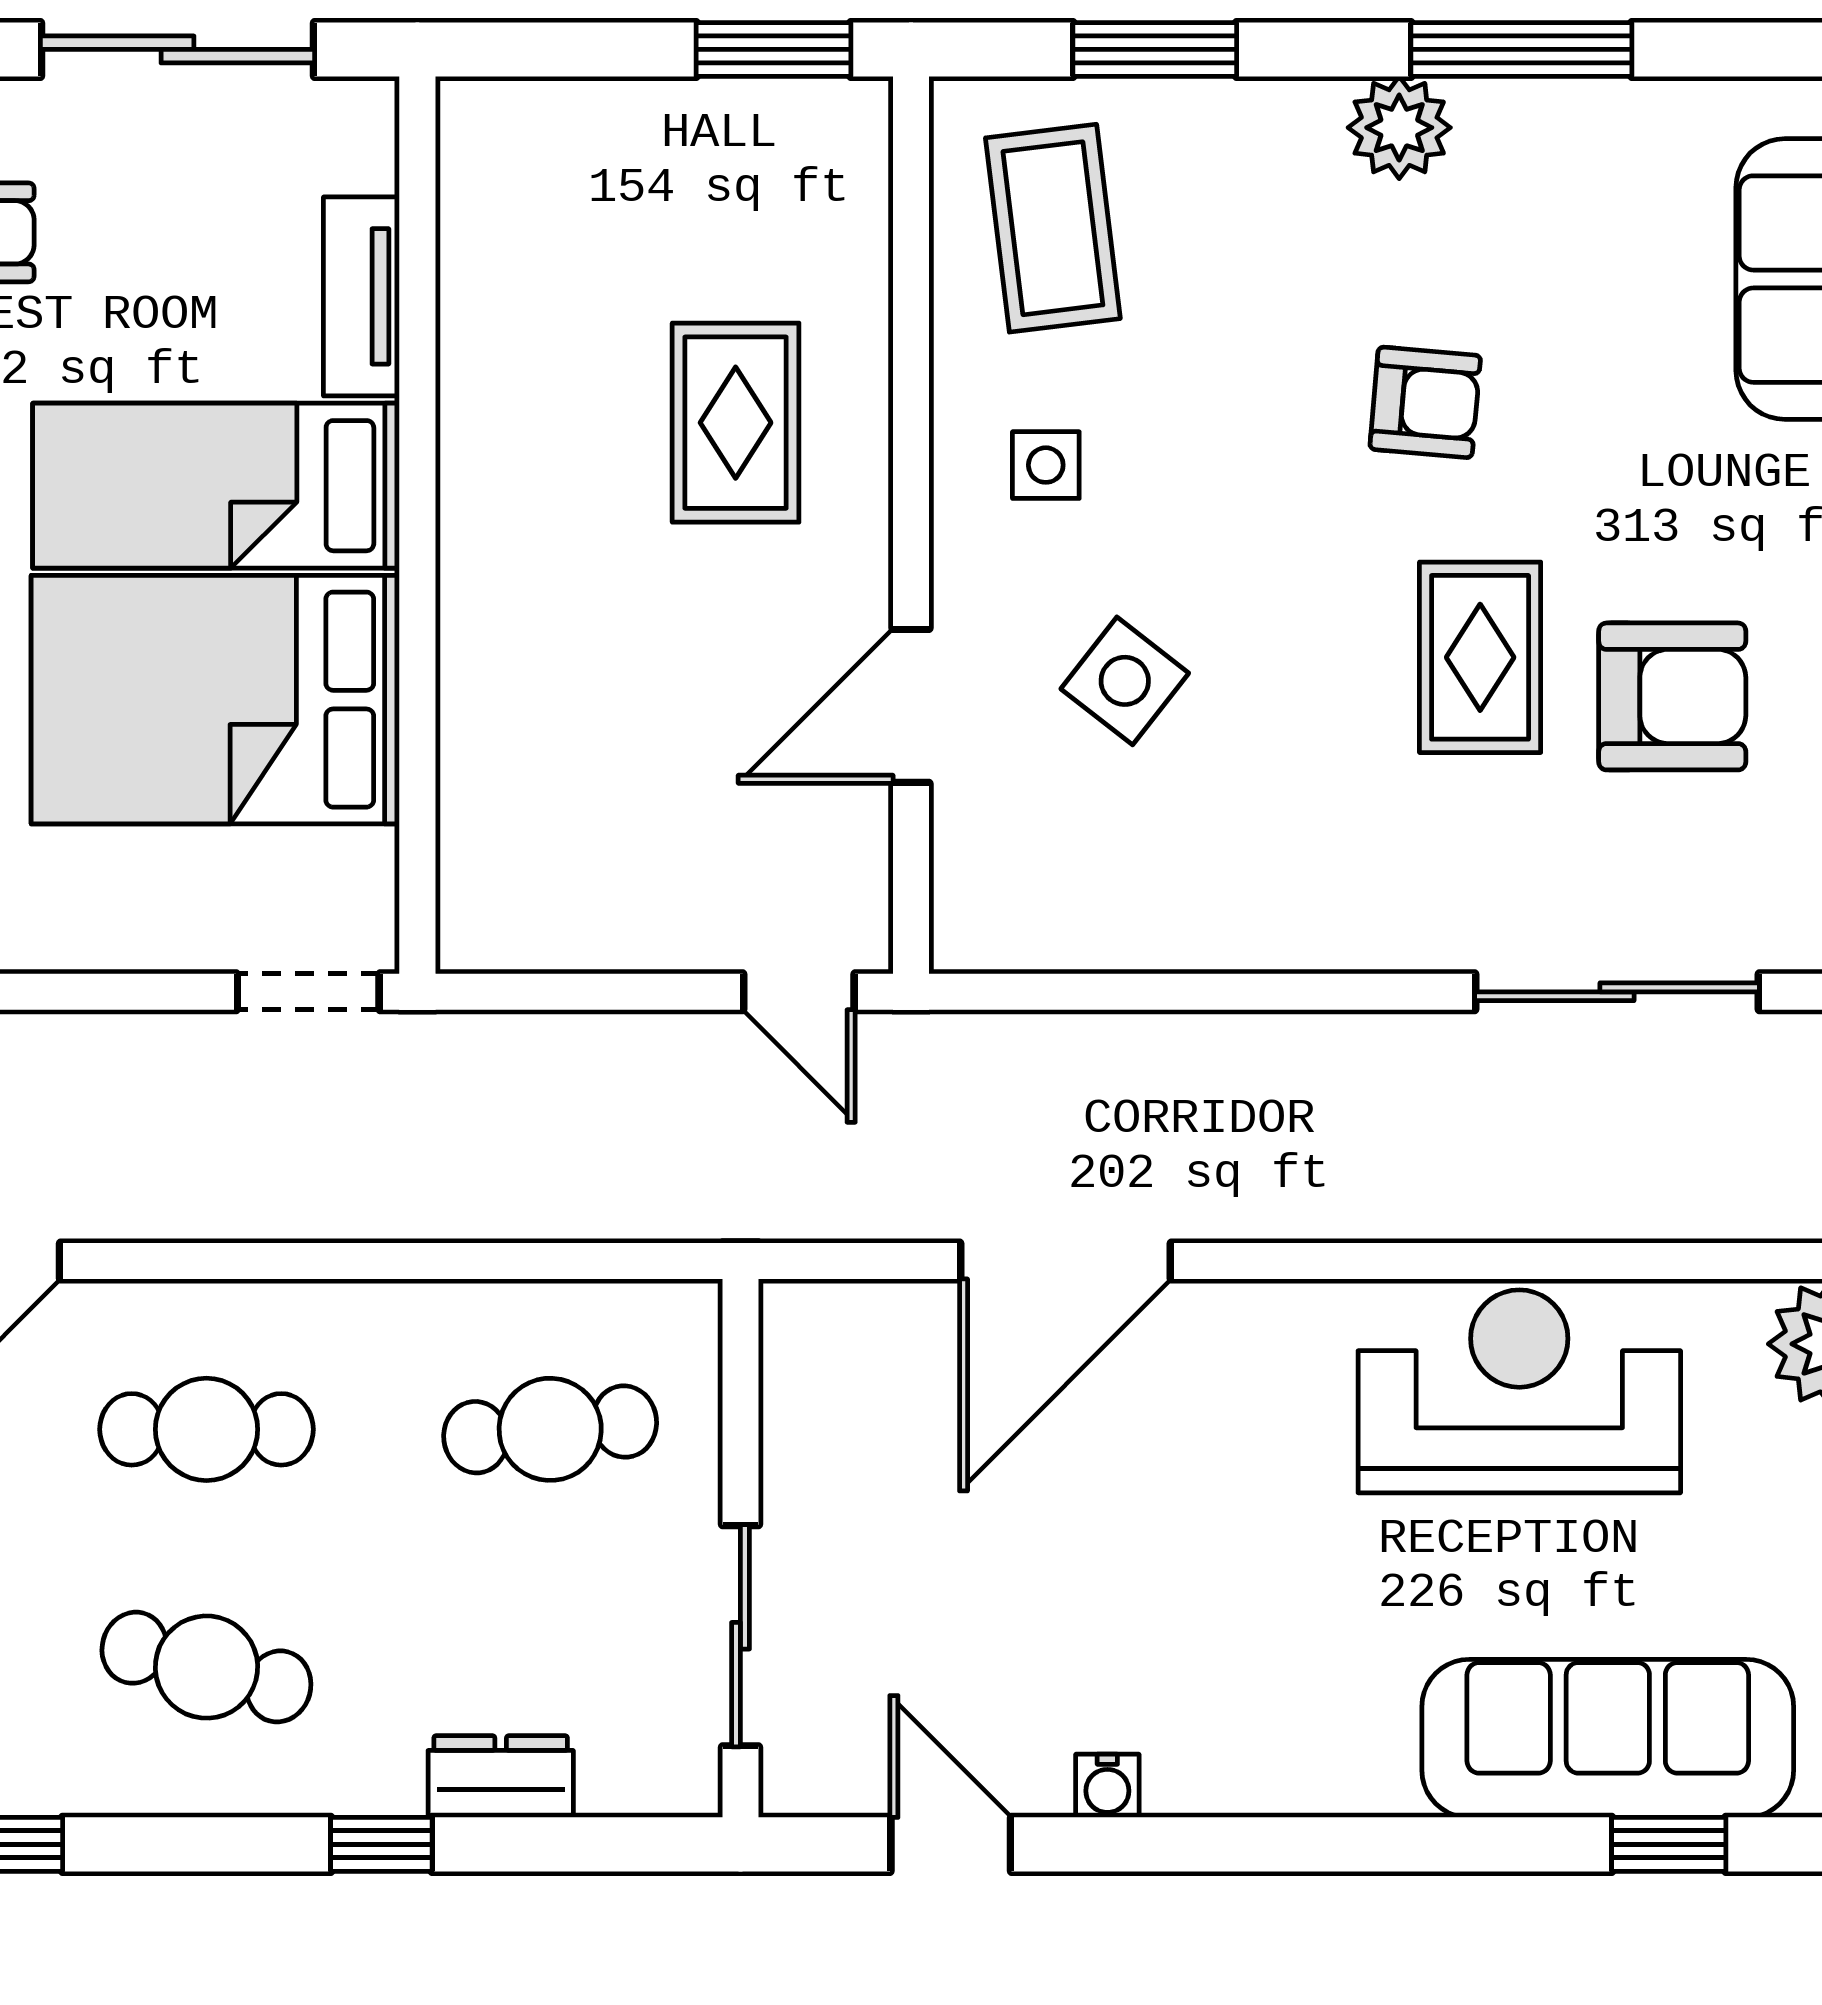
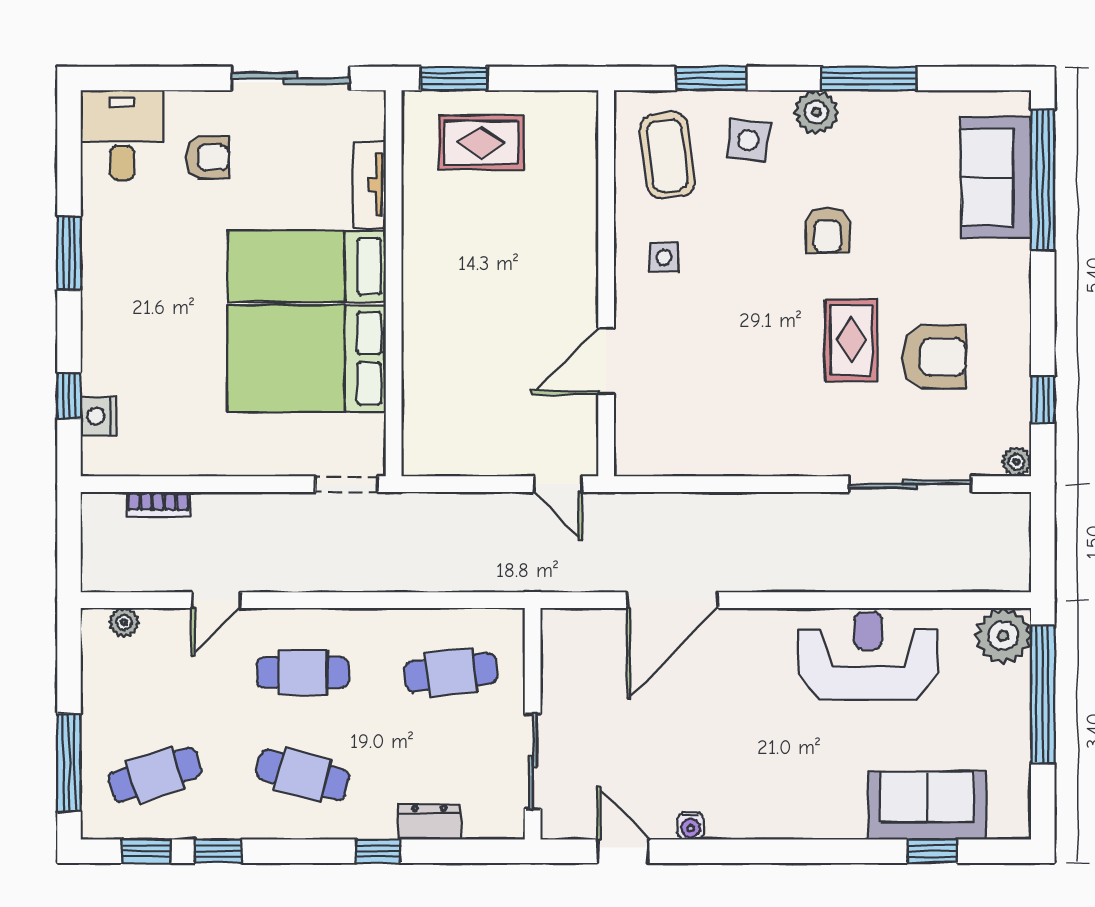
window: (773, 49) -> (454, 78), moved
armchair: (1425, 402) -> (827, 230), turned 85
rug: (736, 423) -> (481, 143), moved, turned 90
side table: (1125, 681) -> (748, 140), moved, turned -31
sofa: (1608, 1738) -> (927, 806), width x0.73

